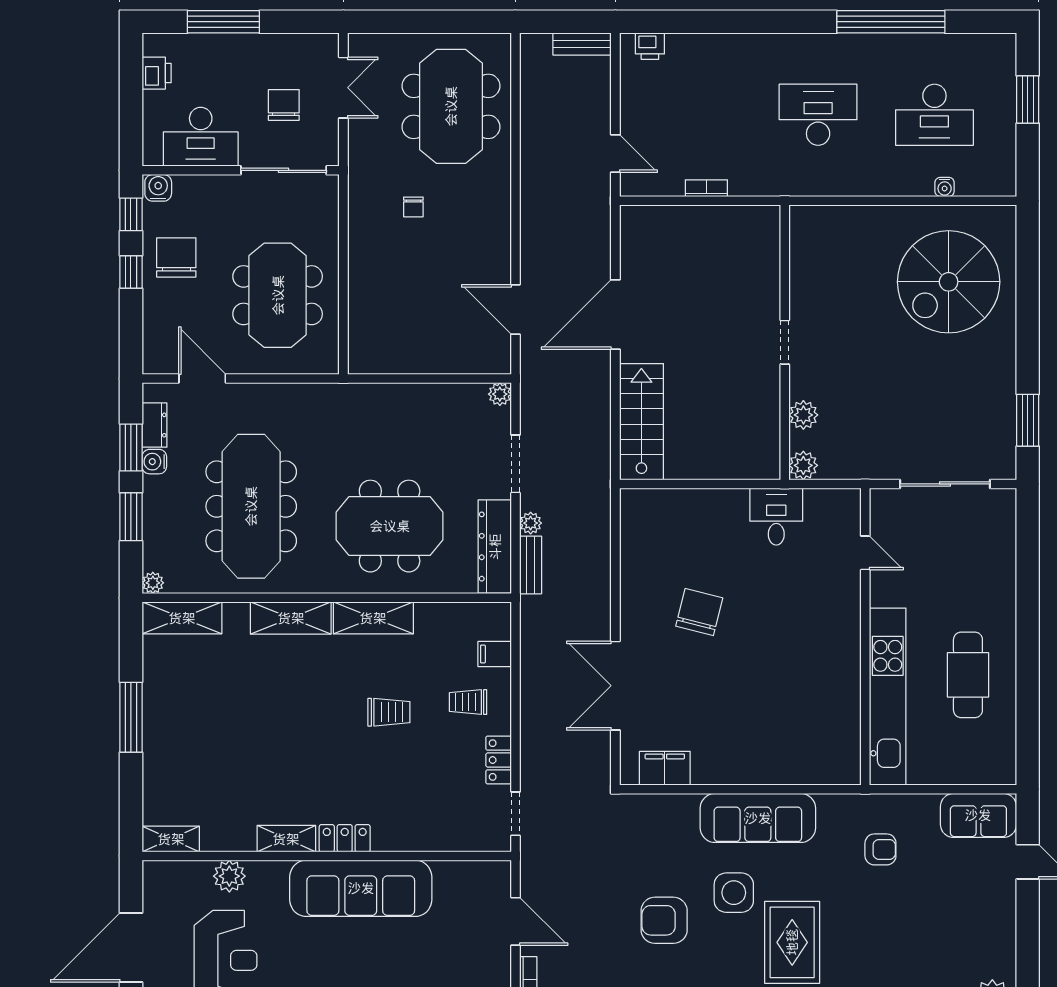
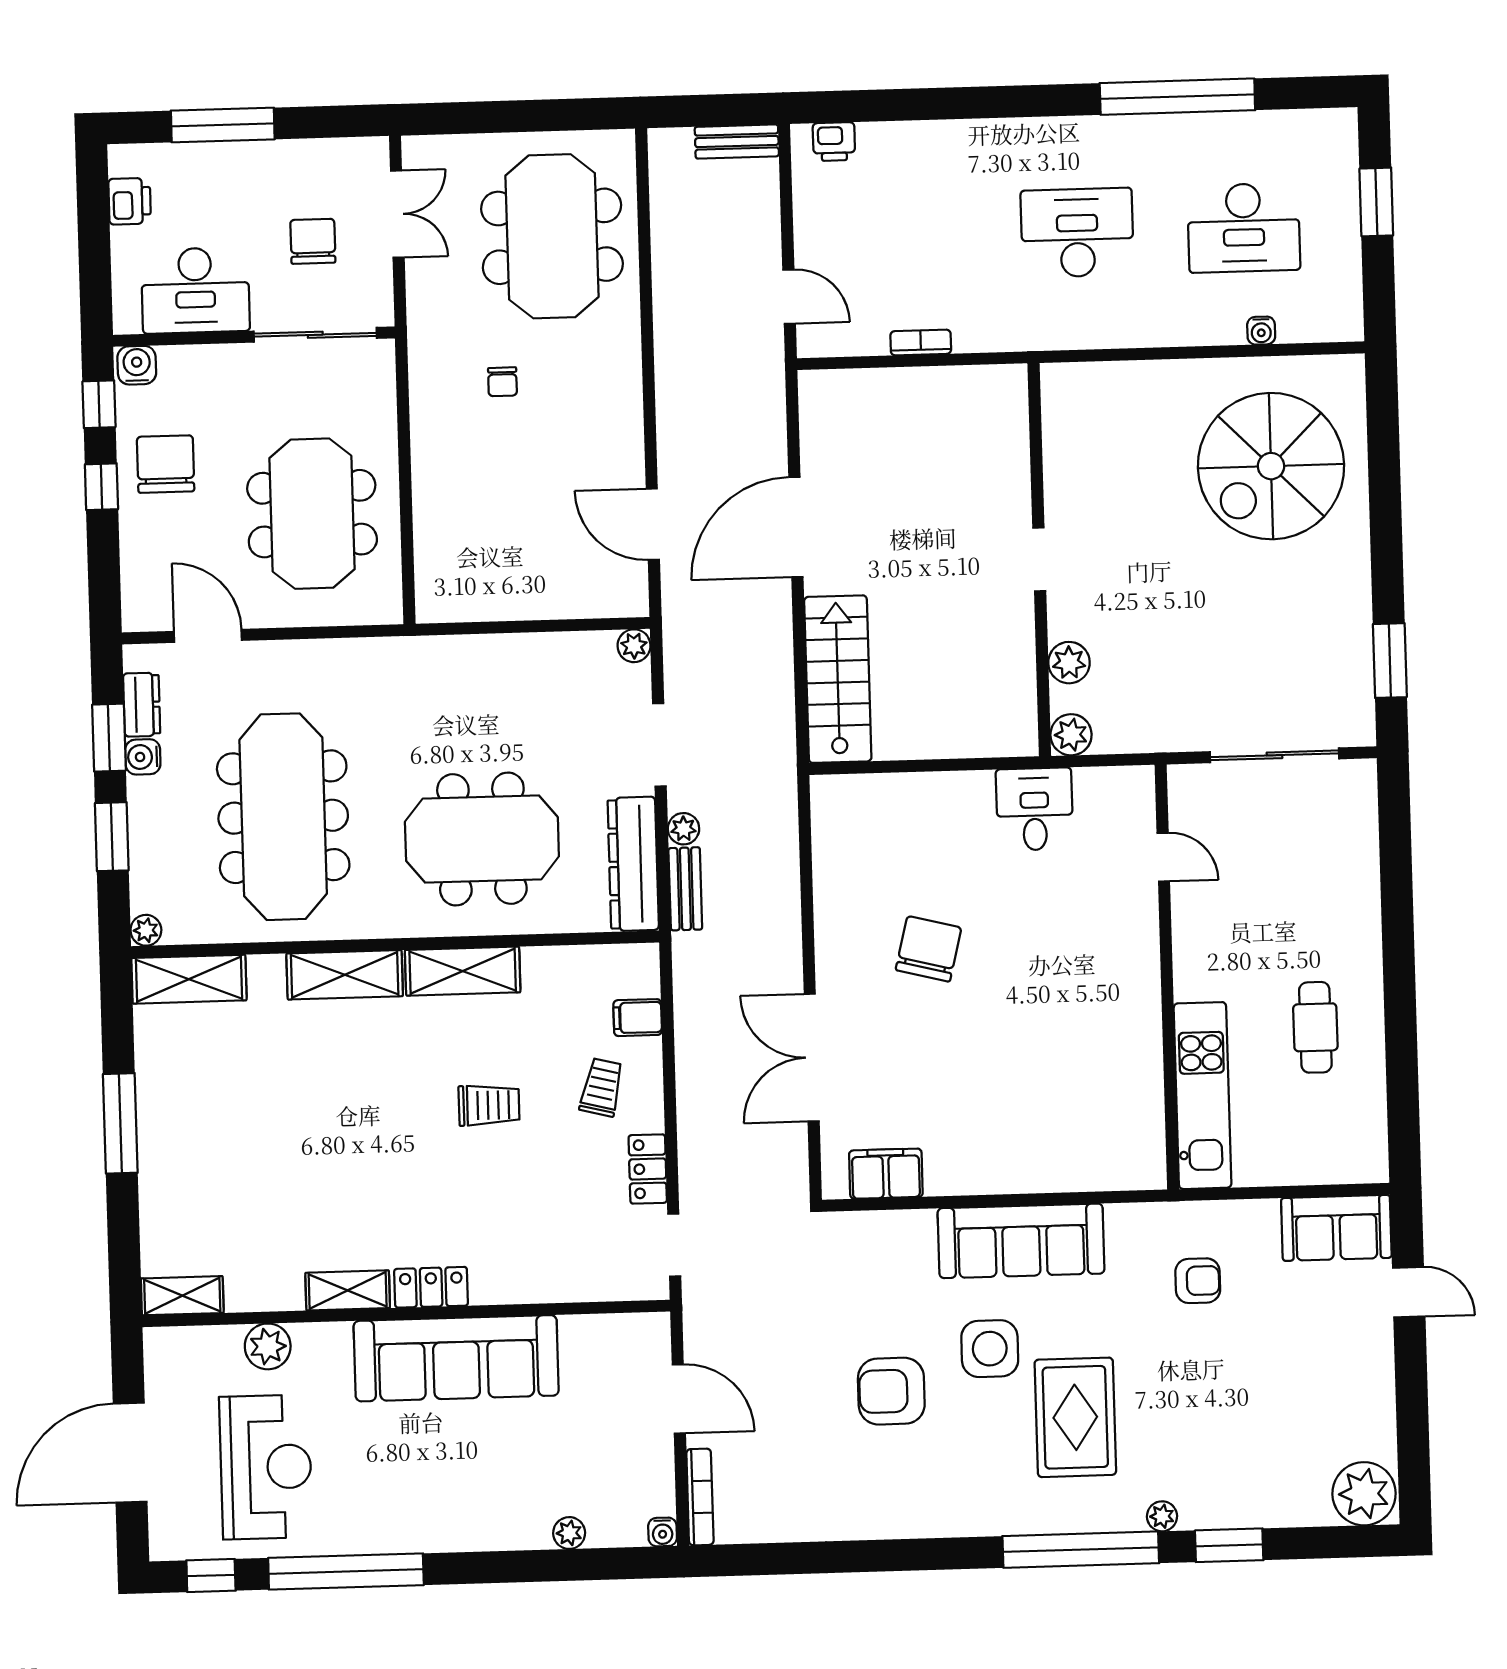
cafe table: (968, 675) -> (1315, 1027), width x0.73, depth x0.74
kitchen unit: (888, 697) -> (1203, 1096), width x0.73
trolley: (468, 702) -> (602, 1087), turned 104

